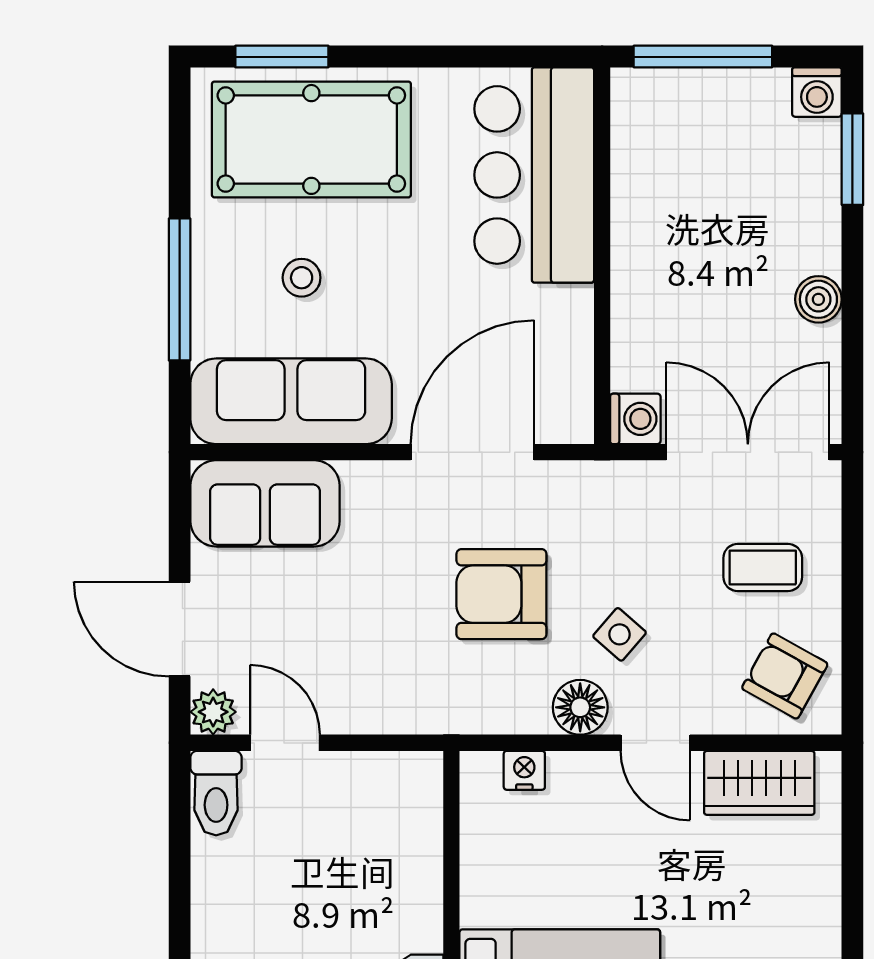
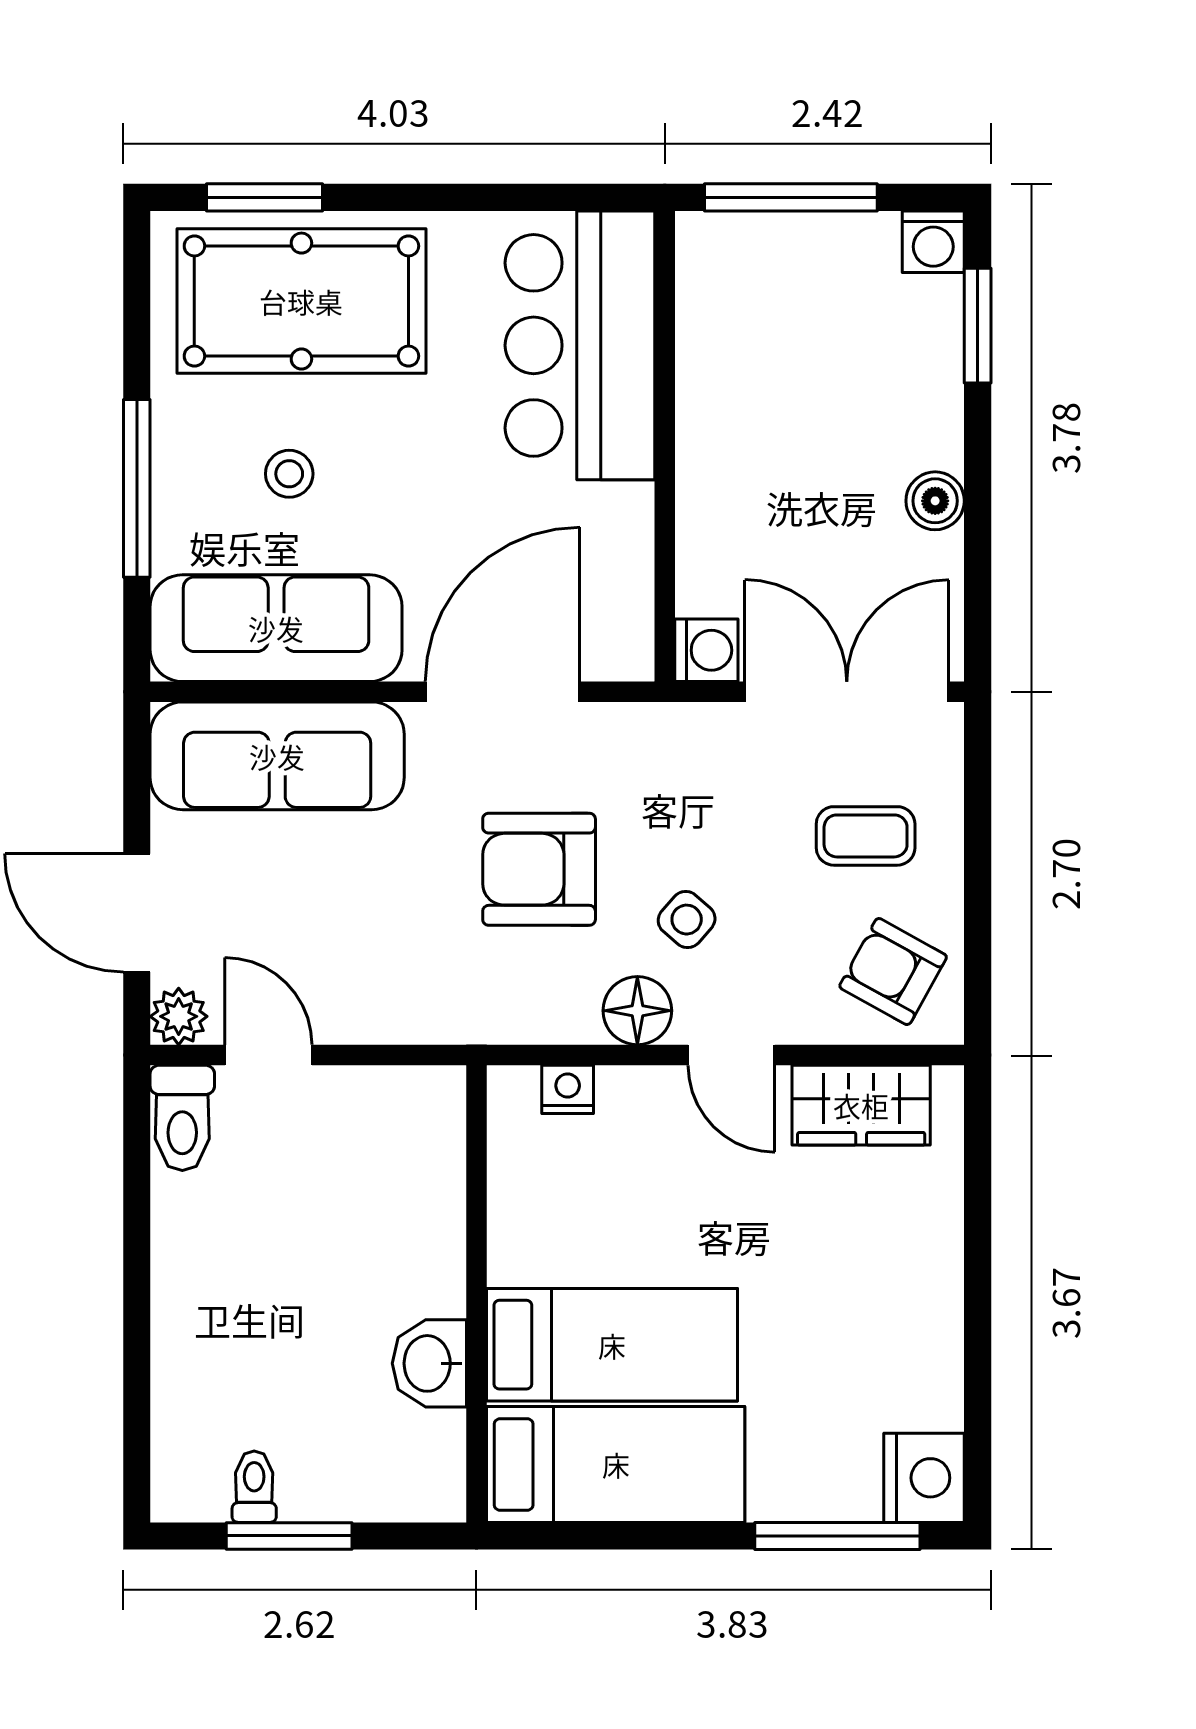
sofa: (265, 503) -> (277, 756), width x1.36

